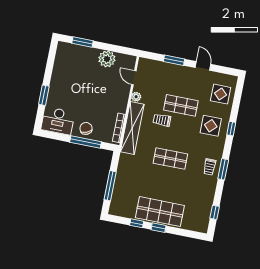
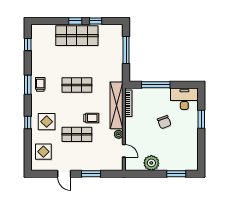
chair: (86, 128) -> (164, 122), moved

